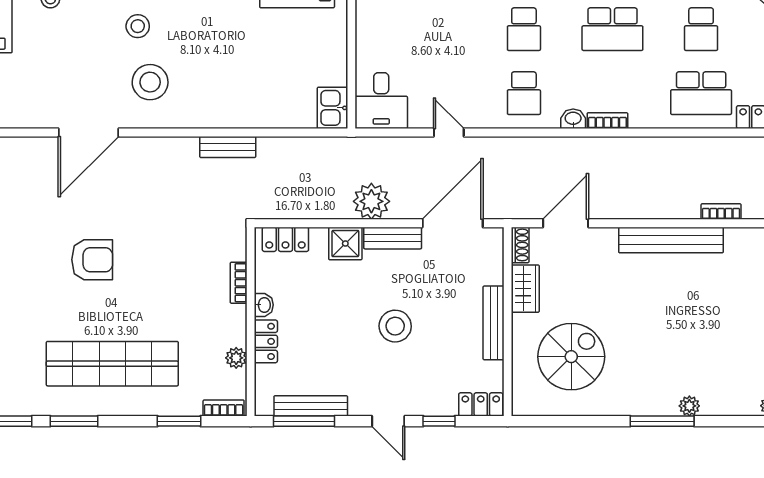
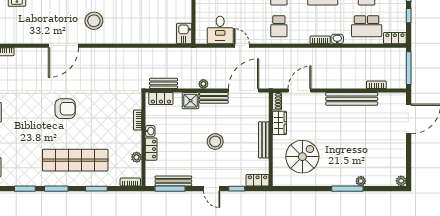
desk: (381, 101) -> (220, 30), moved
washbasin: (573, 119) -> (337, 39), moved
bench: (228, 147) -> (164, 83), moved
plant: (371, 201) -> (203, 84), width x0.53, depth x0.53
window: (179, 421) -> (96, 189), moved

